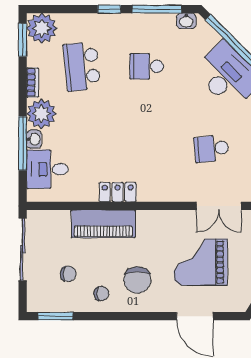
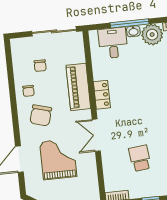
double door: (219, 206) -> (96, 135), moved
chair: (137, 280) -> (41, 115), turned -74
window: (55, 316) -> (9, 60), removed

